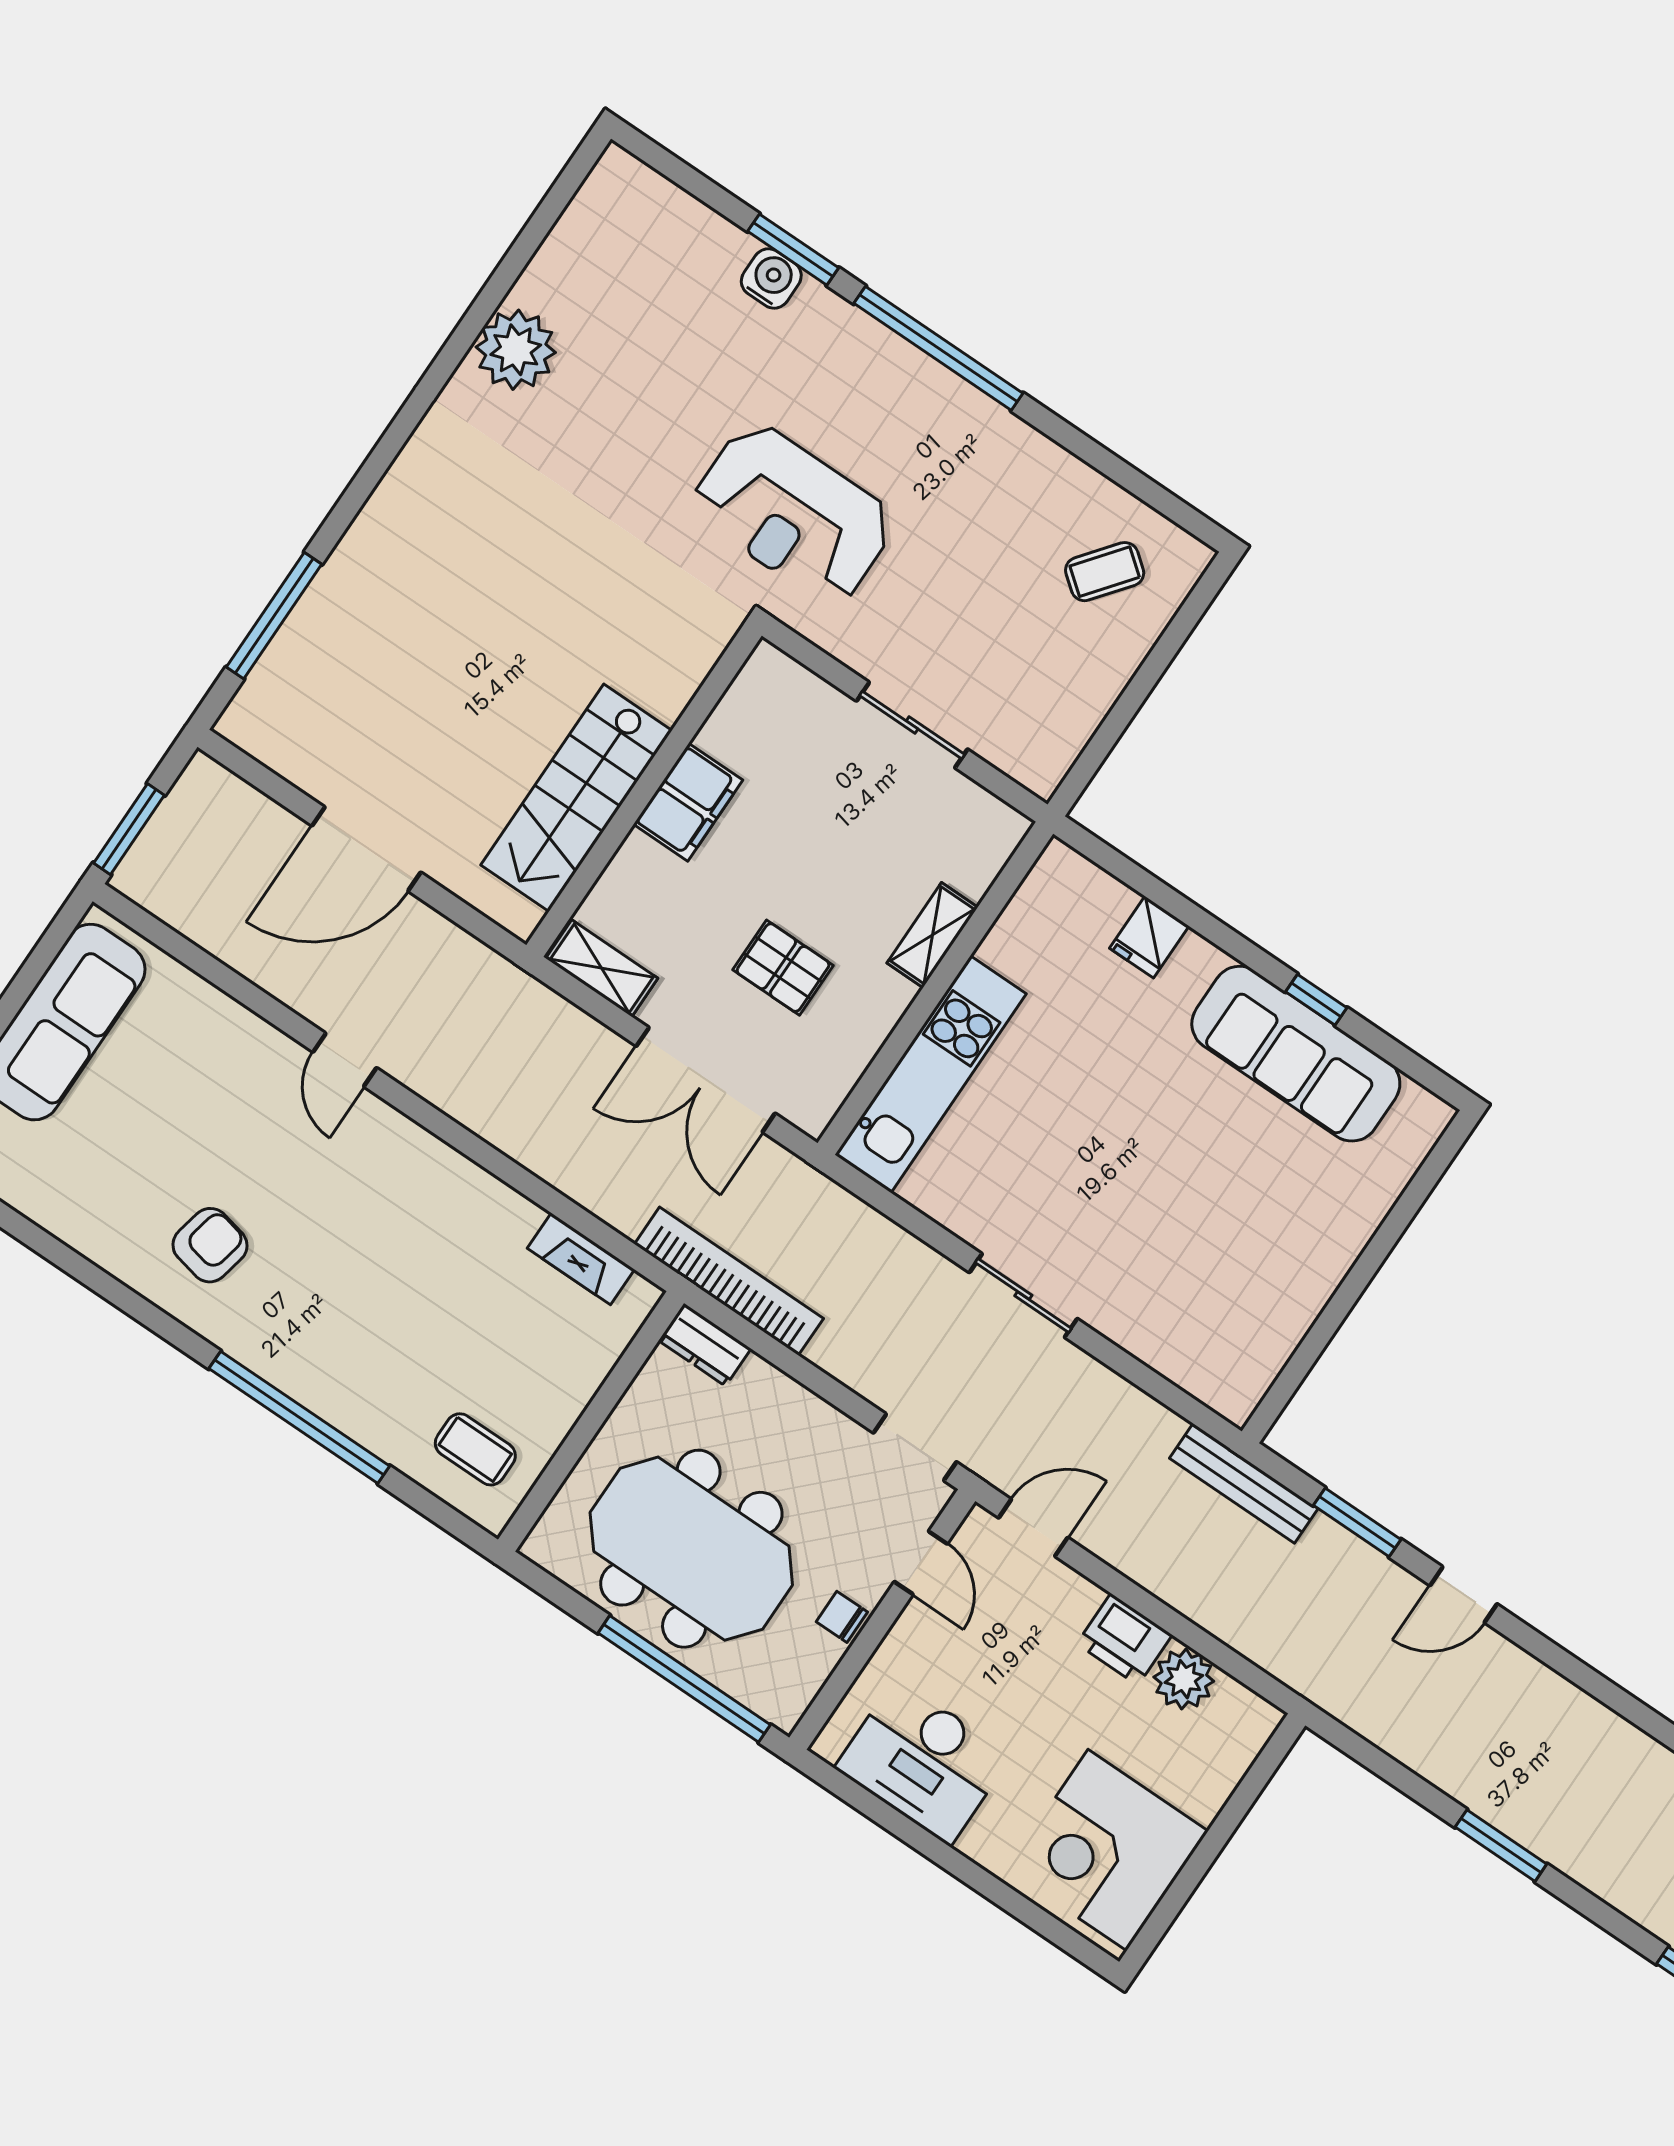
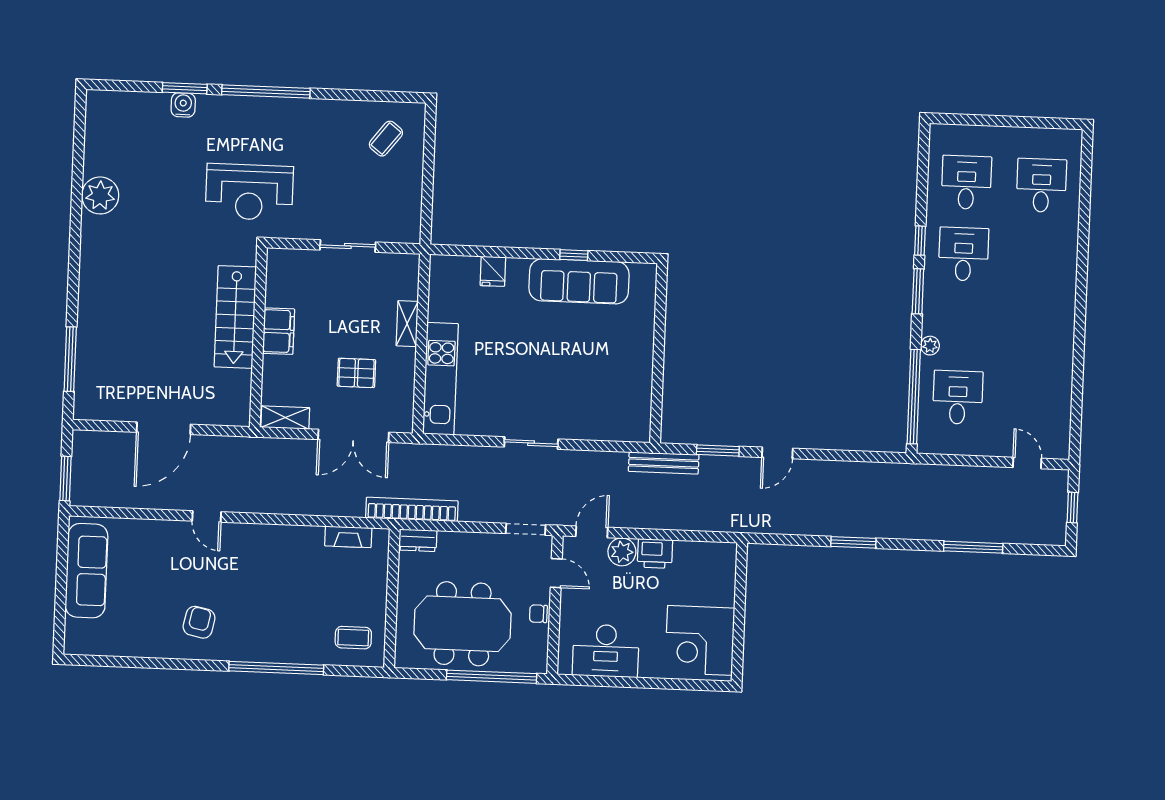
stairs: (576, 798) -> (235, 317), moved
plant: (1184, 1679) -> (622, 552), moved

